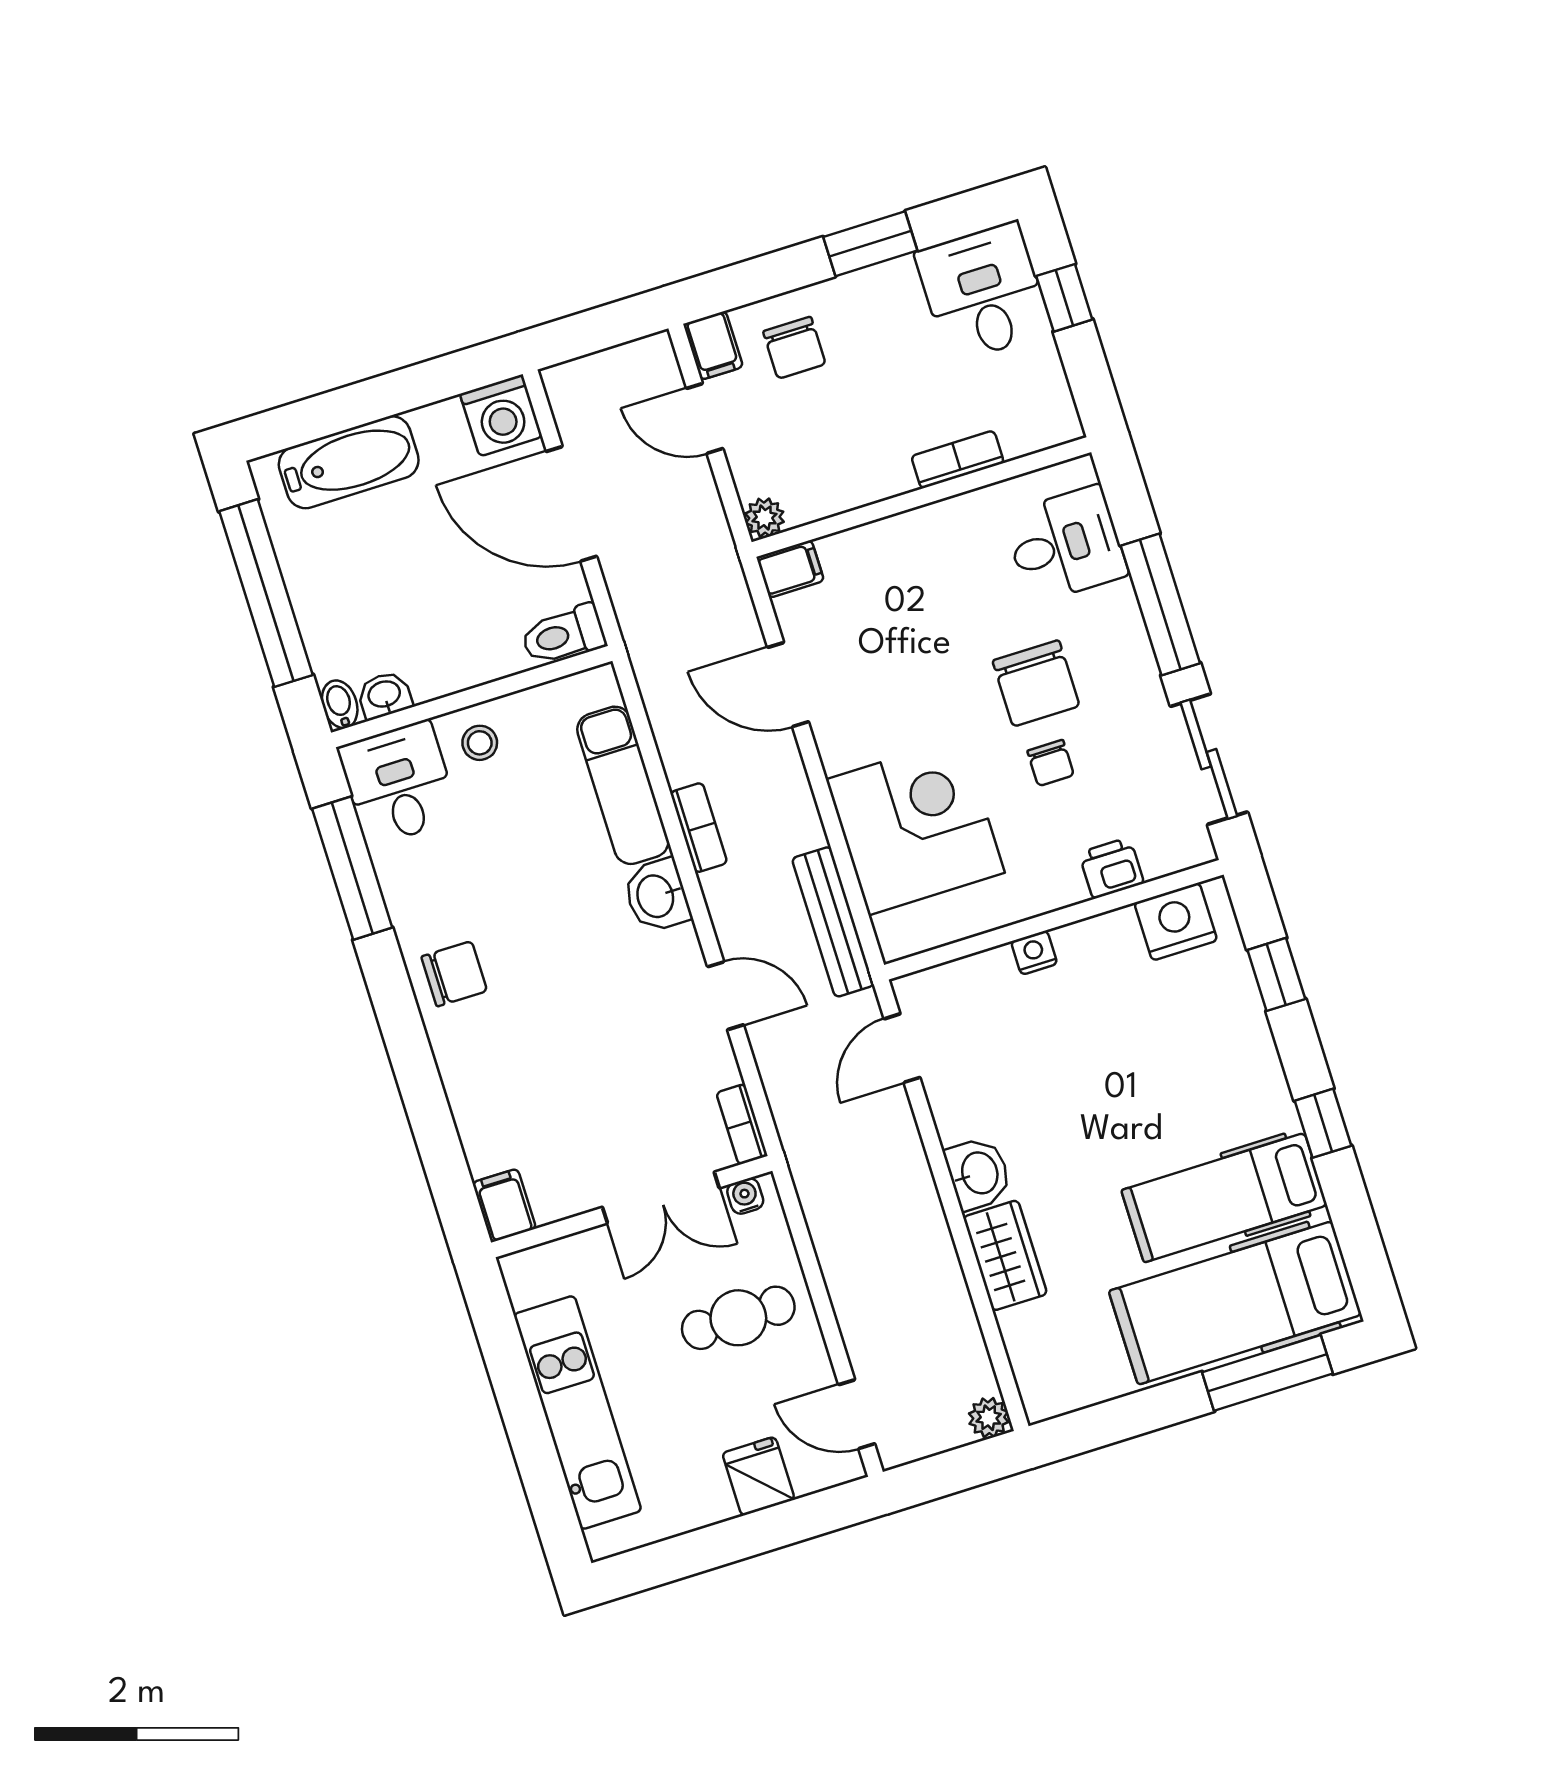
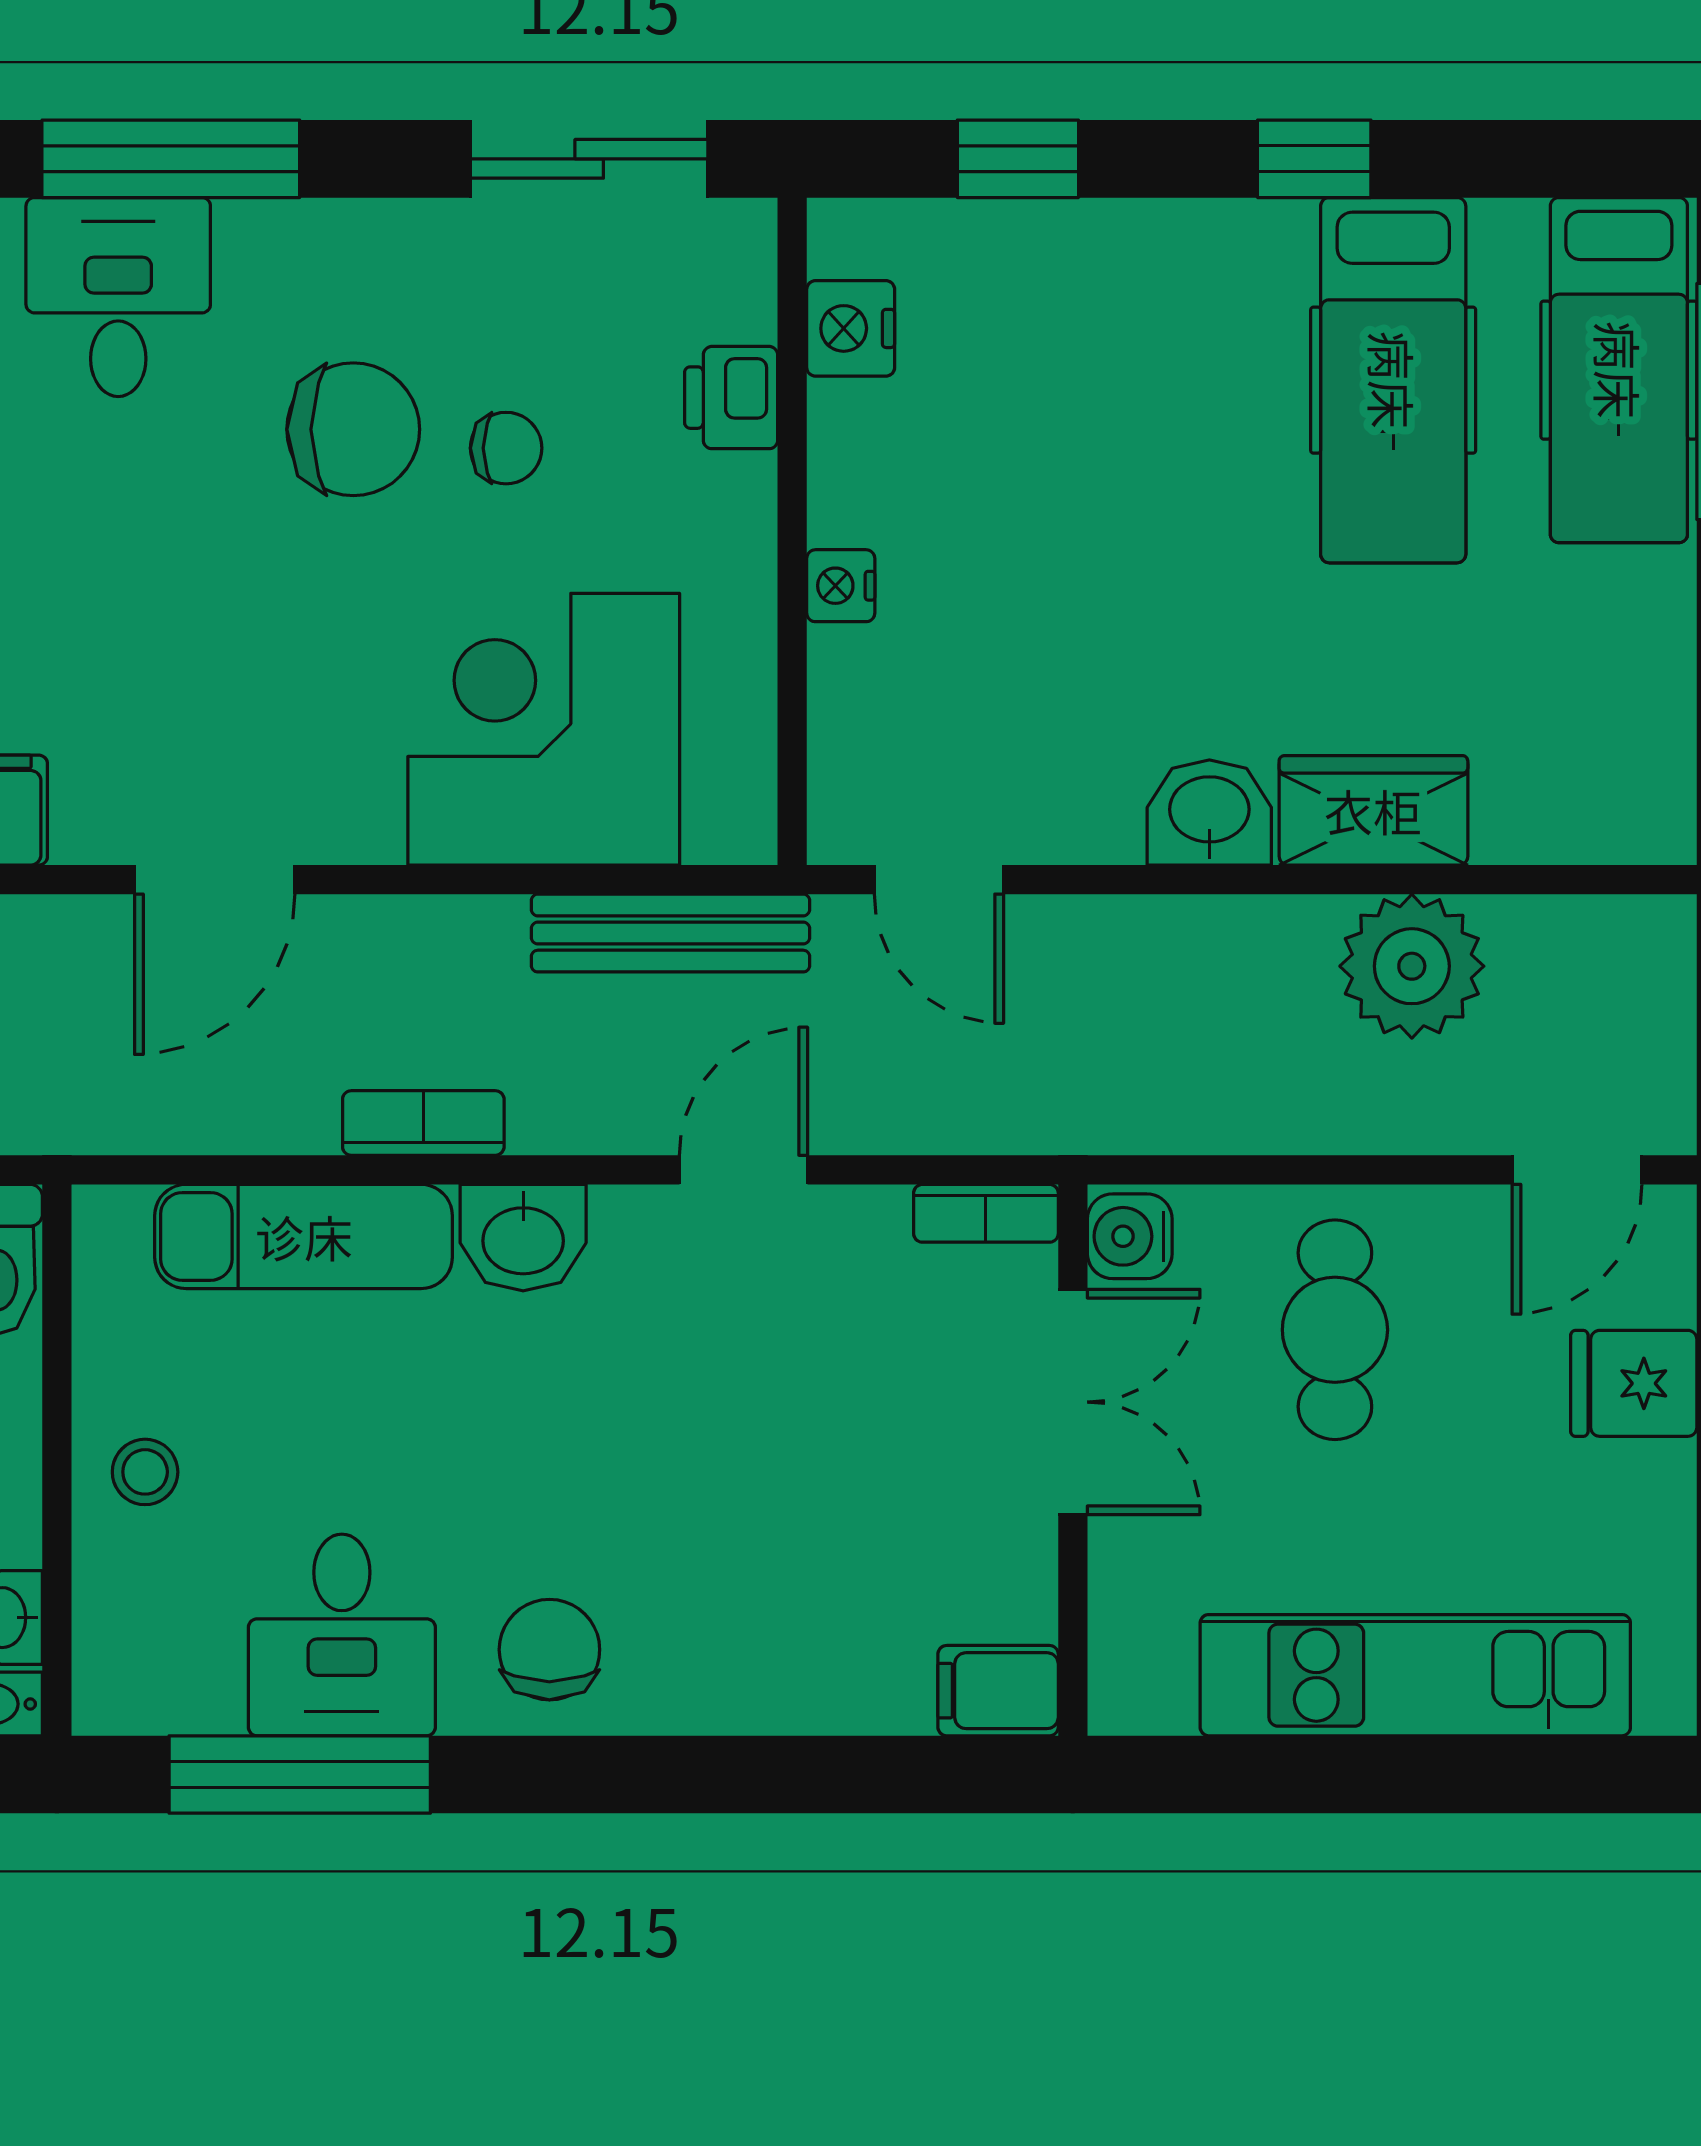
window: (1160, 604) -> (171, 159), moved
desk: (398, 783) -> (342, 1635), moved, turned -90
nightstand: (1176, 922) -> (851, 328), width x0.74, depth x0.75
water cooler: (745, 1196) -> (1130, 1236), width x1.38, depth x1.38
hospital bed: (1235, 1303) -> (1619, 370), width x0.73, depth x0.78
plant: (989, 1418) -> (1412, 966), moved, width x1.88, depth x1.88

